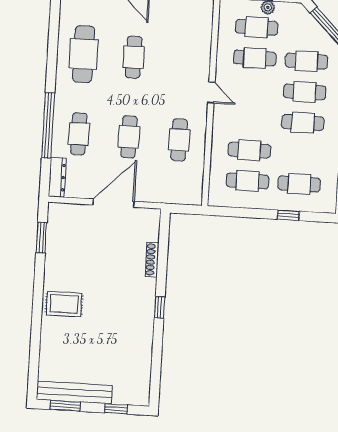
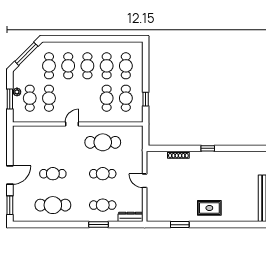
window: (48, 125) -> (99, 225), width x0.47
cafe table: (179, 140) -> (103, 142), width x1.37, depth x1.35
cafe table: (301, 153) -> (107, 66), added
door: (114, 203) -> (145, 181), width x0.53
window: (288, 215) -> (146, 99), moved
window: (41, 238) -> (180, 225), moved
rug: (64, 304) -> (209, 208), turned 90

